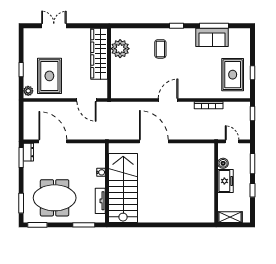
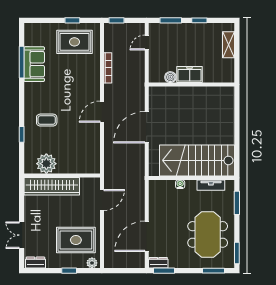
window: (177, 26) -> (22, 134), moved
dresser: (29, 39) -> (35, 263), added
door: (168, 100) -> (102, 112), hinge flipped
boiler: (223, 163) -> (170, 77), moved
freezer: (226, 181) -> (190, 75), moved
wall: (216, 183) -> (191, 85), moved

